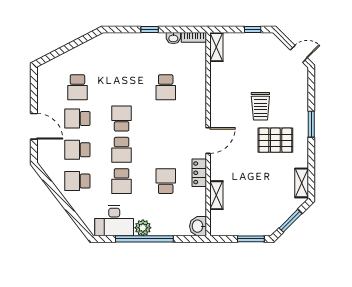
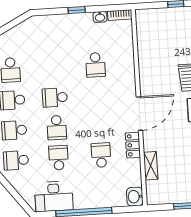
shelving: (216, 47) -> (142, 23), removed
school desk: (122, 119) -> (55, 98), turned -90
door: (208, 140) -> (139, 114), width x1.36
school desk: (122, 181) -> (59, 158), turned 180
plant: (143, 228) -> (82, 201), removed

